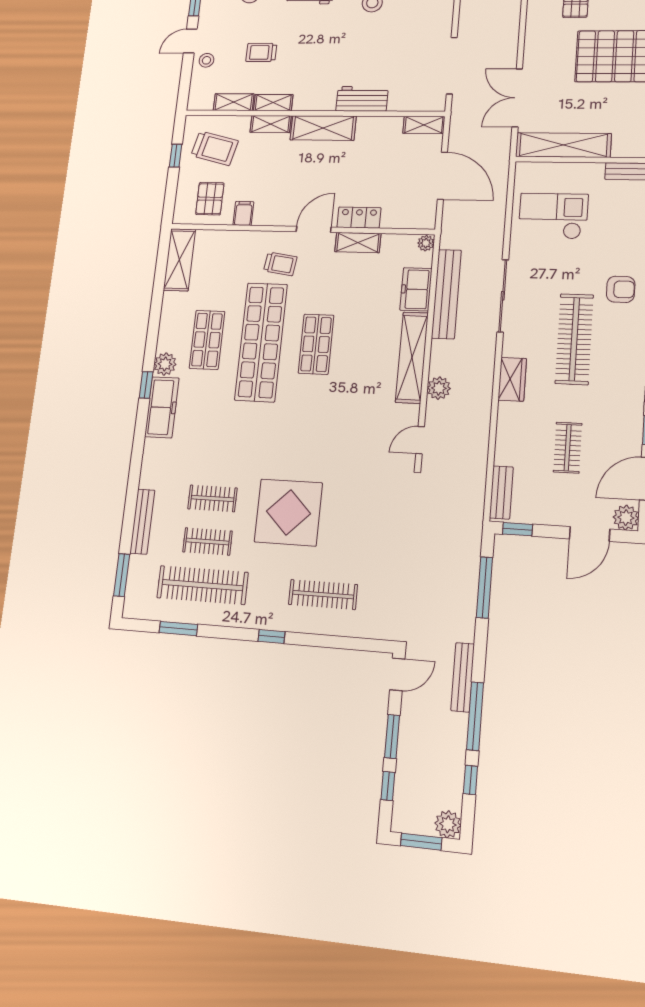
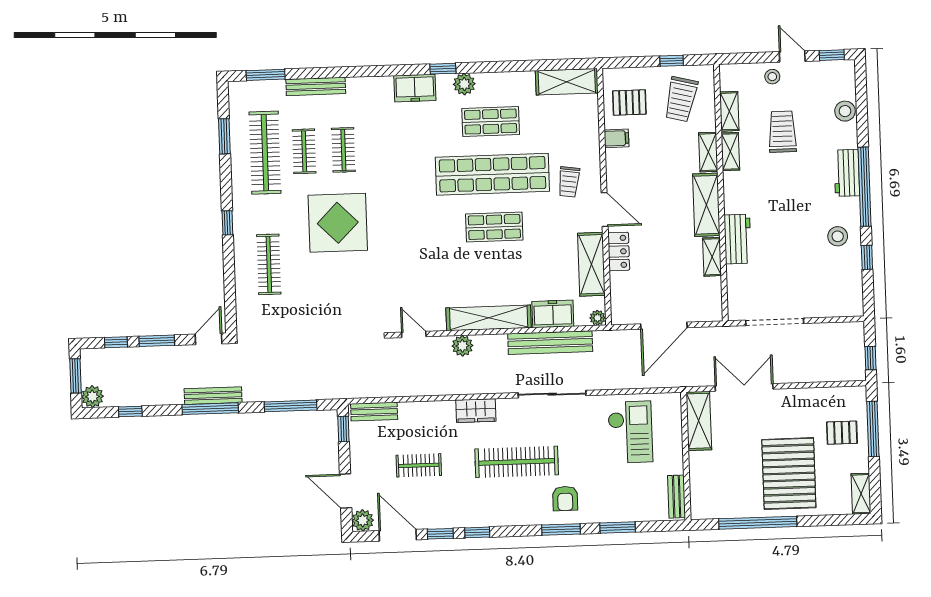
trolley: (261, 52) -> (782, 132), width x1.36, depth x1.39
shelving: (424, 125) -> (712, 257), moved
shelving: (563, 145) -> (699, 421), width x0.68
shelving: (358, 243) -> (591, 264), width x1.50, depth x1.33
freezer: (162, 407) -> (415, 88), width x0.71
door: (397, 674) -> (209, 339), swing flipped
window: (475, 716) -> (210, 409), moved

